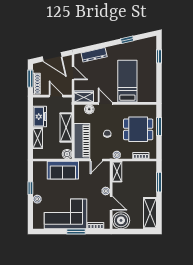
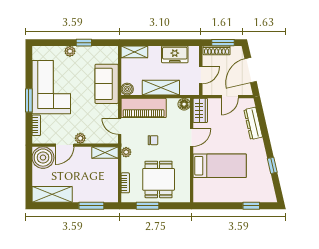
floor lamp: (89, 109) -> (184, 104), moved
window: (159, 127) -> (147, 206), moved
shelving: (38, 138) -> (134, 52), moved

